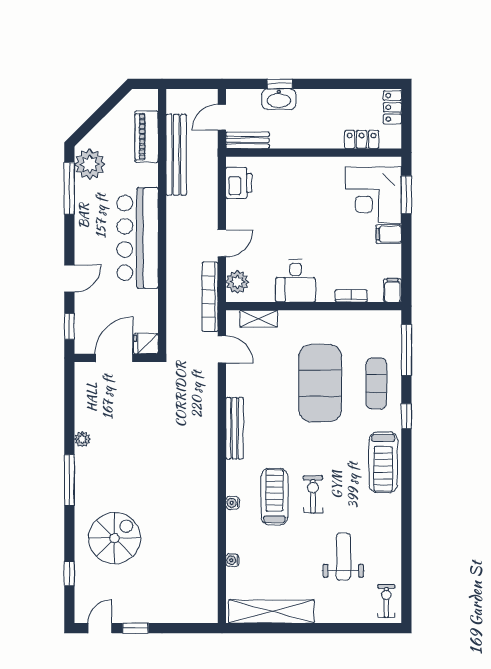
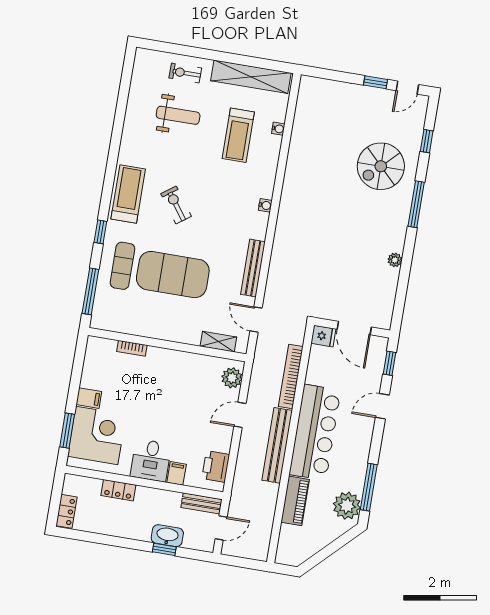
piano: (147, 137) -> (295, 501), moved
locker: (362, 140) -> (118, 490), moved
bench: (176, 155) -> (277, 445), moved
desk: (296, 281) -> (151, 460), moved, turned 180
filing cabinet: (393, 290) -> (177, 473), moved, turned 180
bookcase: (210, 297) -> (291, 376), moved, turned 180
door: (114, 358) -> (354, 328), hinge flipped
exercise mat: (320, 383) -> (173, 275), turned 90
bench: (235, 428) -> (253, 268), moved
window: (69, 480) -> (416, 204), moved
exercise bike: (313, 494) -> (176, 205), moved, turned 144
treadmill: (274, 497) -> (238, 135), moved
water cooler: (233, 503) -> (265, 205), moved
weight bench: (343, 557) -> (178, 115), turned -90
exercise bike: (386, 601) -> (185, 73), moved, turned 90

